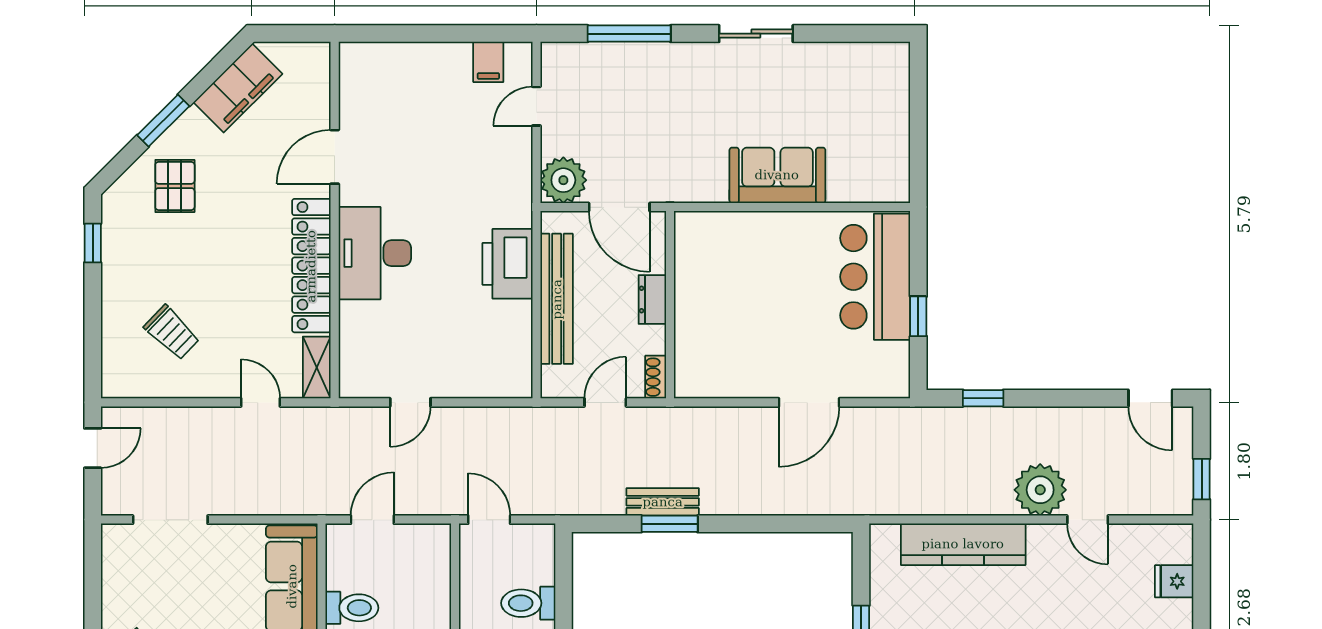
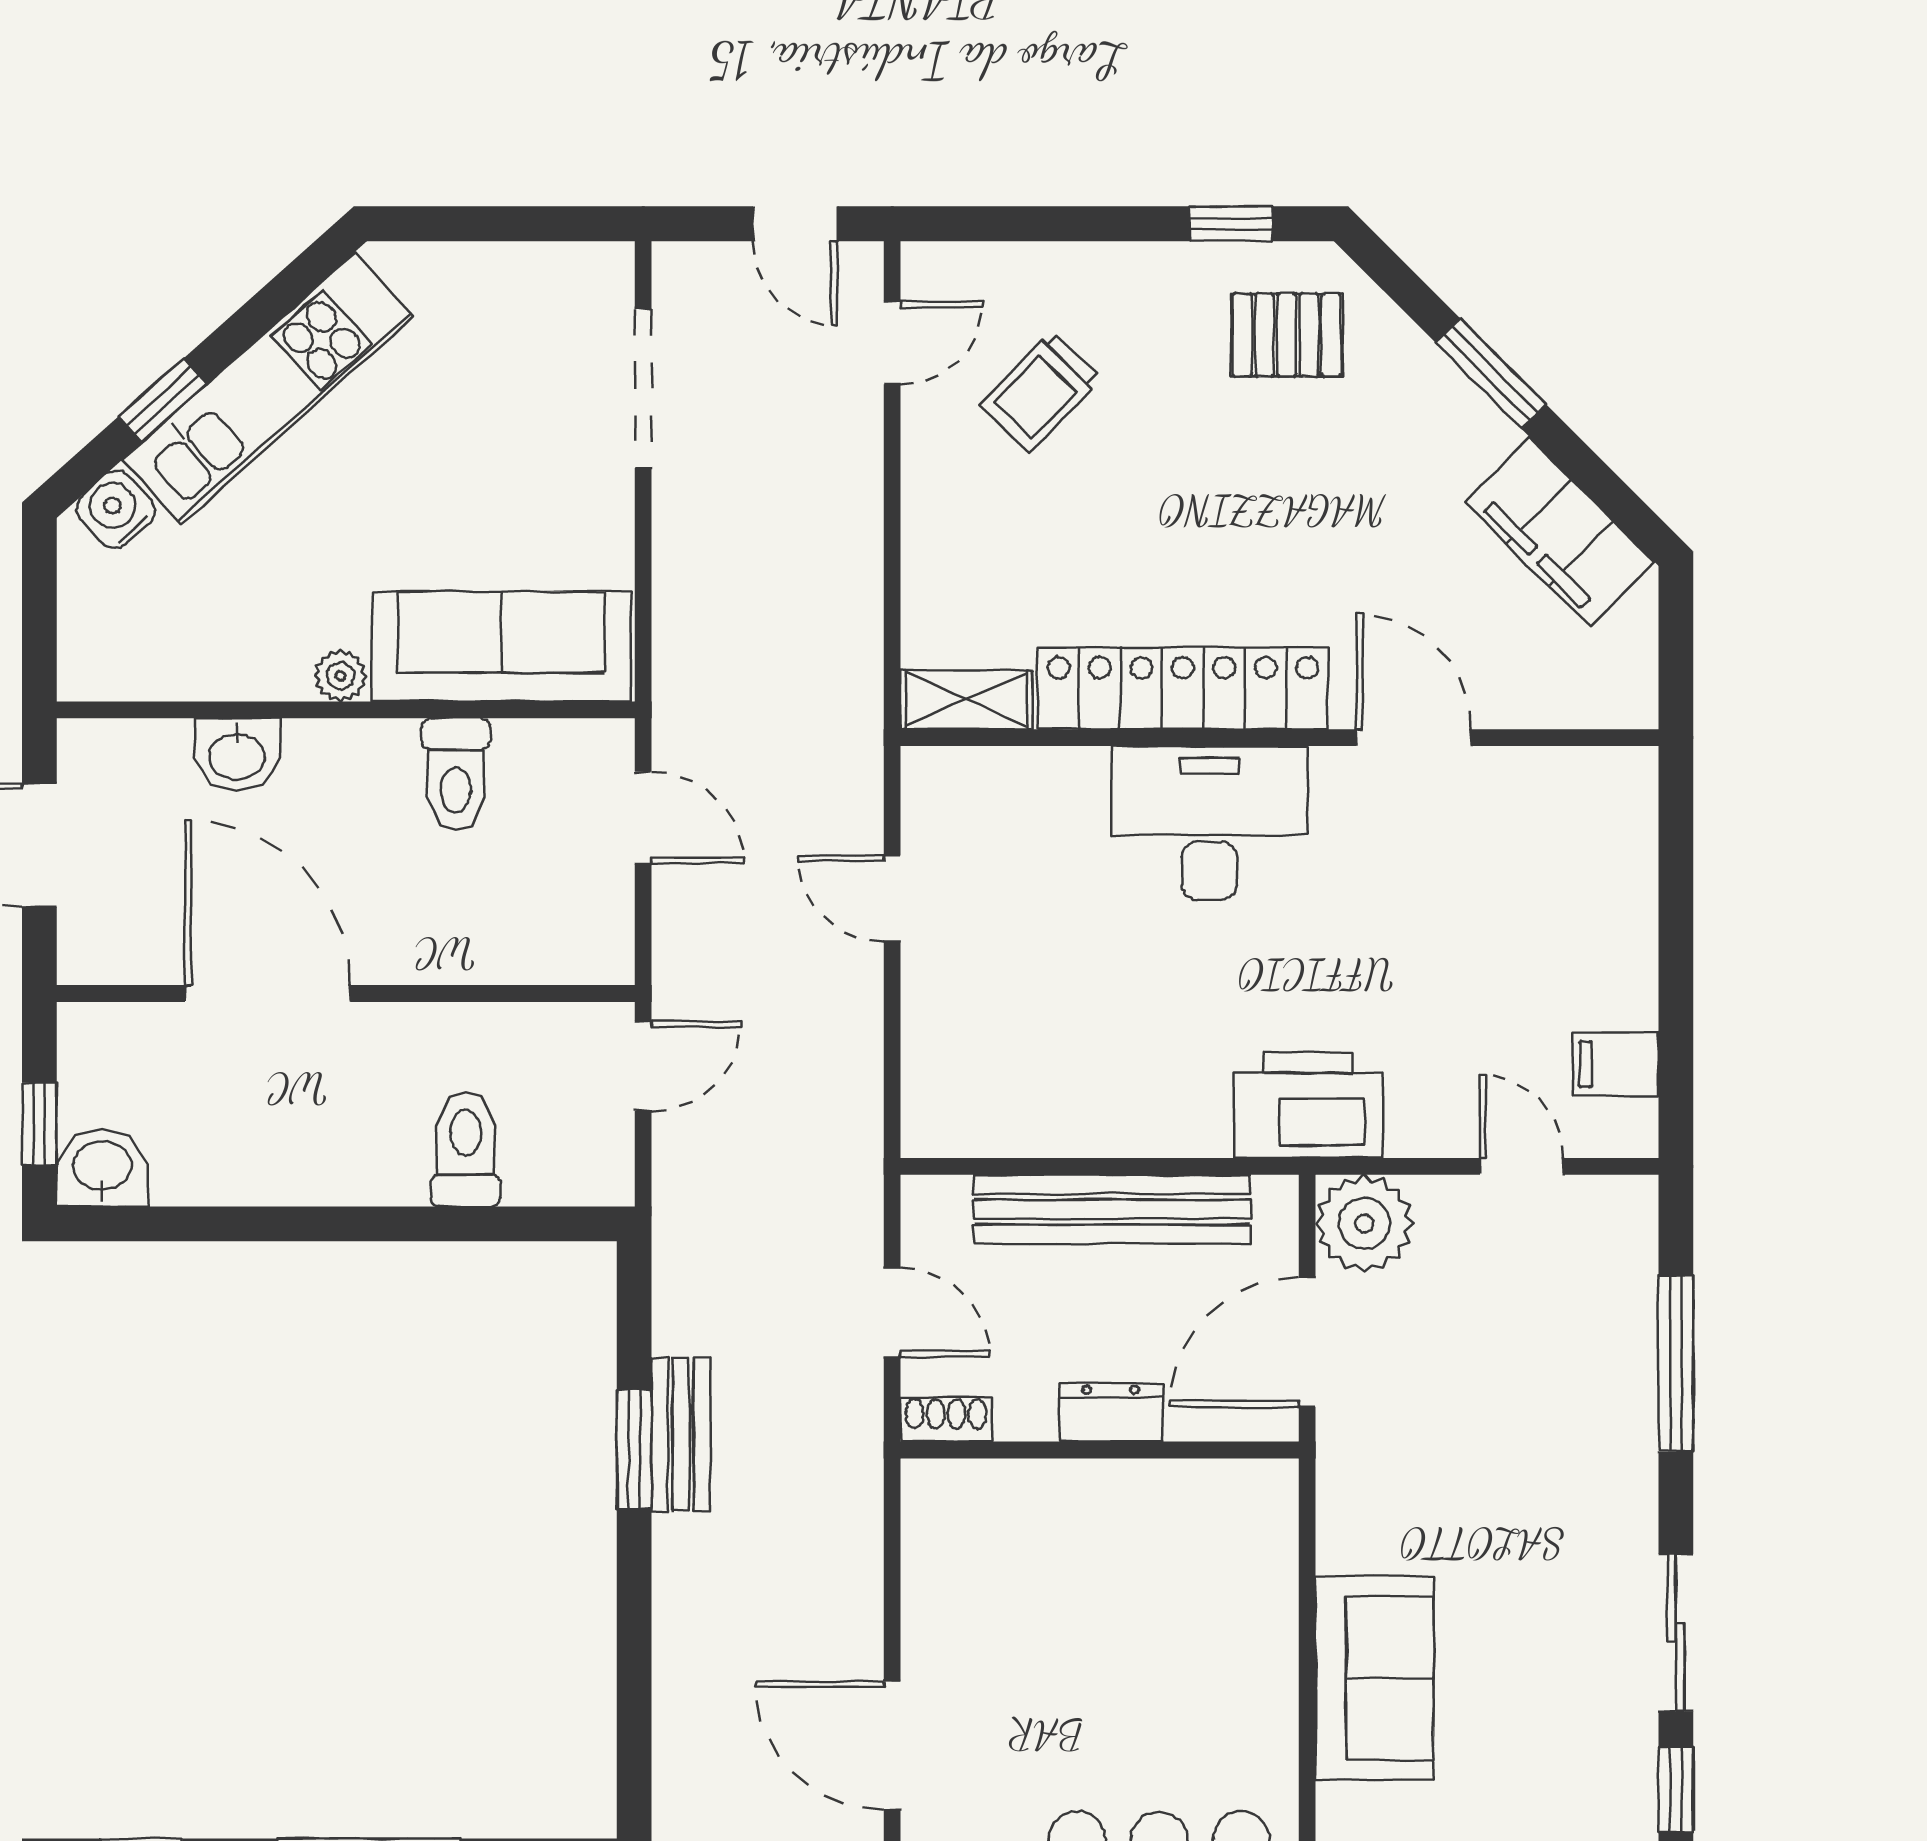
window: (830, 34) -> (1676, 1789), added
pallet: (175, 186) -> (1287, 335), moved
printer: (507, 264) -> (1308, 1105), moved
door: (261, 402) -> (892, 343), moved

